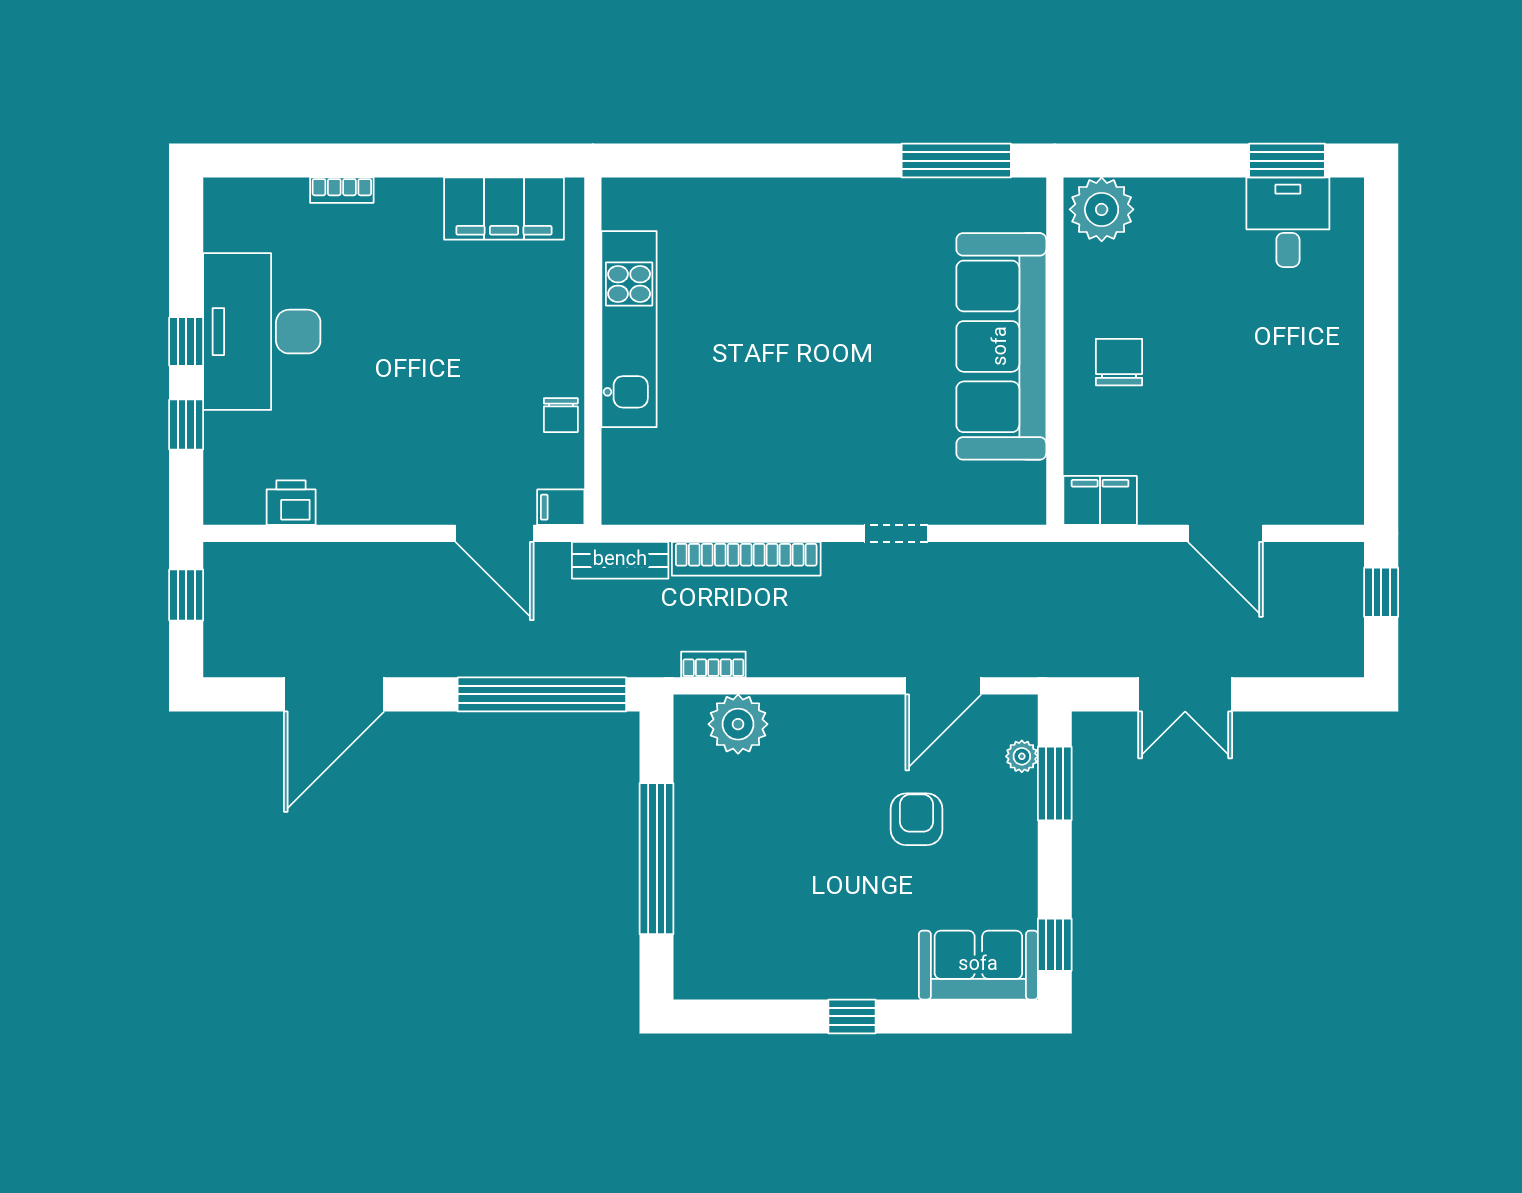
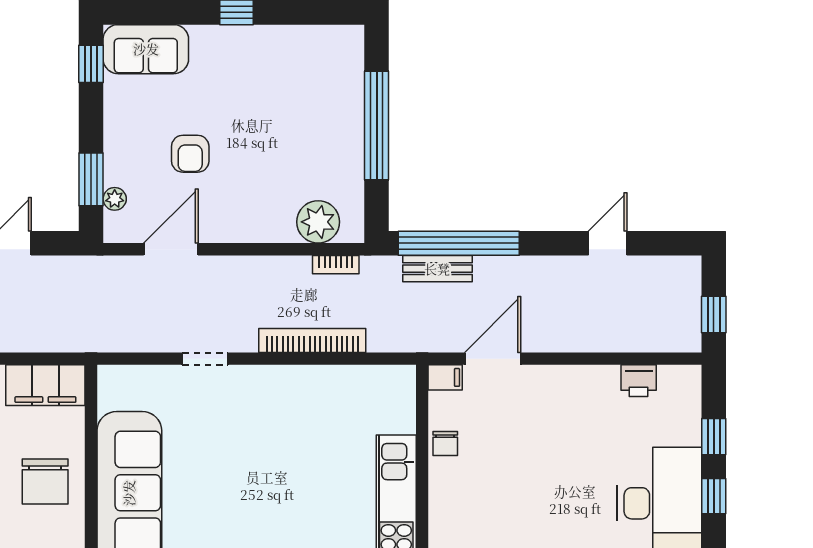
chair: (1119, 362) -> (45, 481), width x1.37, depth x1.37
chair: (561, 415) -> (445, 443), turned 180
filing cabinet: (1100, 500) -> (45, 385), width x1.50, depth x1.17
door: (495, 533) -> (493, 359), hinge flipped
bench: (620, 560) -> (437, 269), moved
door: (334, 694) -> (608, 243), width x0.53

